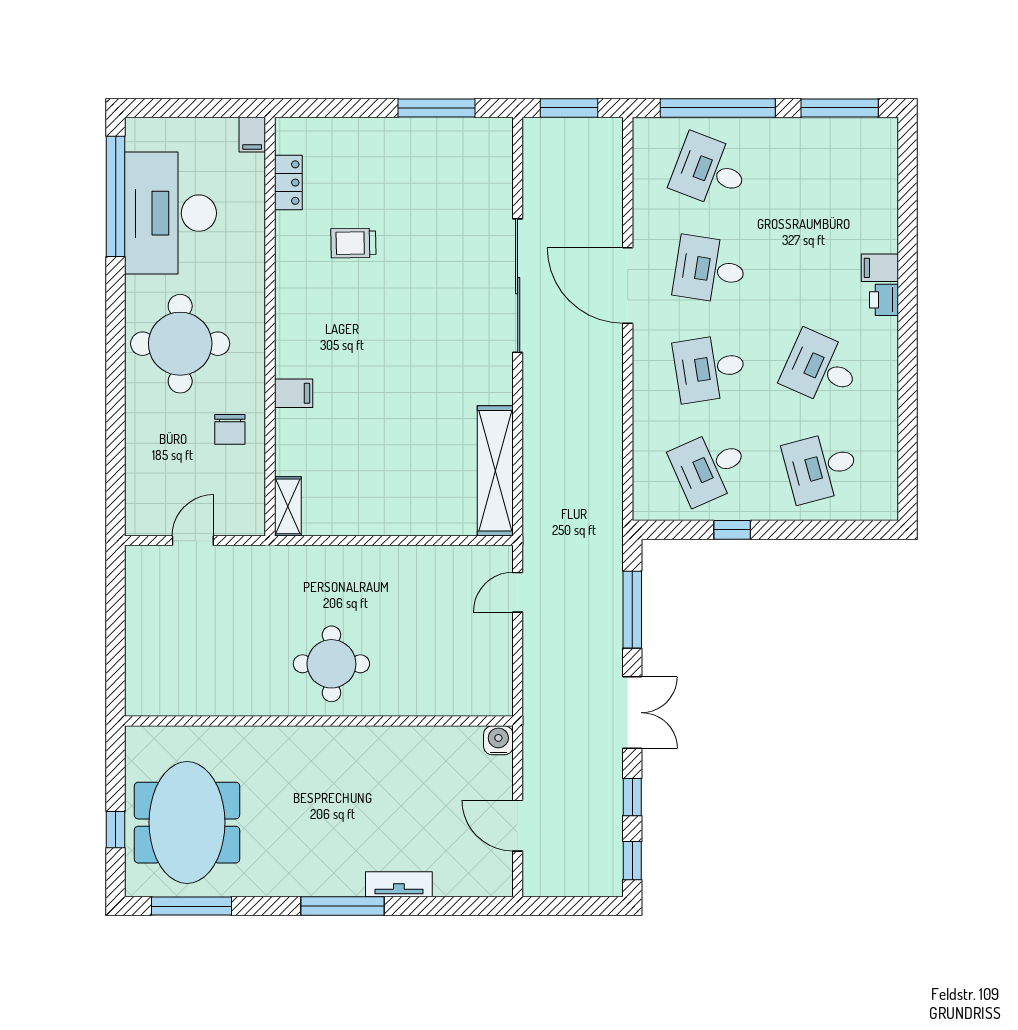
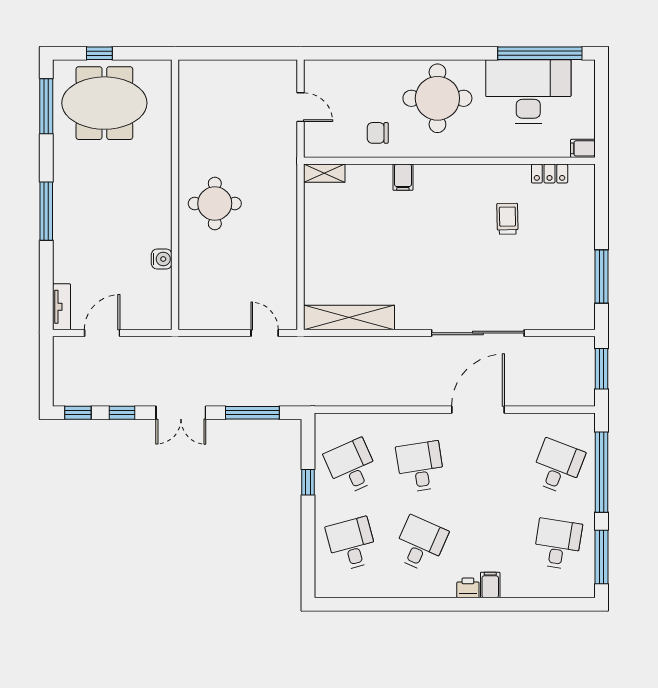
desk: (710, 270) -> (558, 544), moved
water cooler: (498, 740) -> (162, 259), moved
tv unit: (399, 884) -> (62, 307), moved

